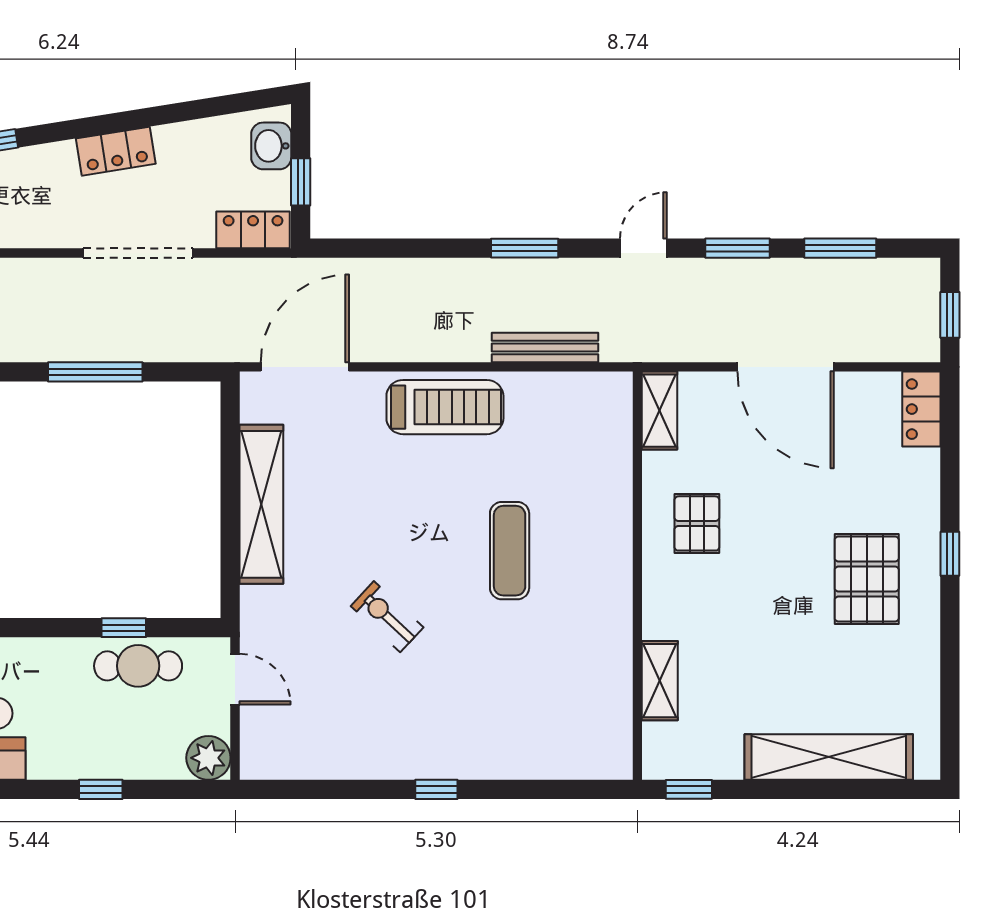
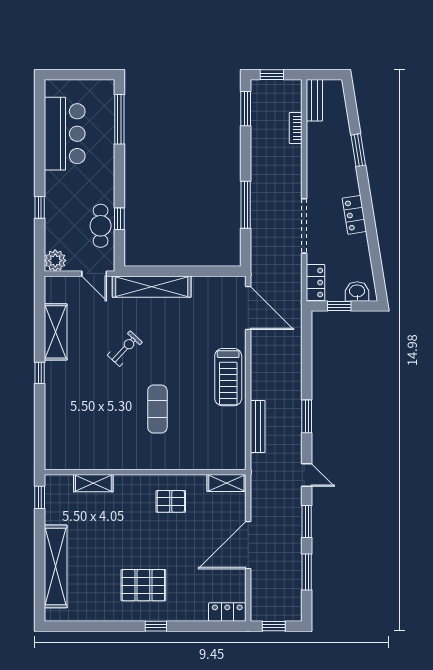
shelving: (261, 504) -> (152, 287), moved
exercise mat: (510, 551) -> (157, 409), turned 90
door: (235, 679) -> (94, 274), hinge flipped
shelving: (353, 757) -> (56, 332), added

